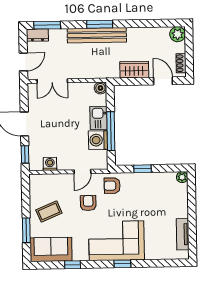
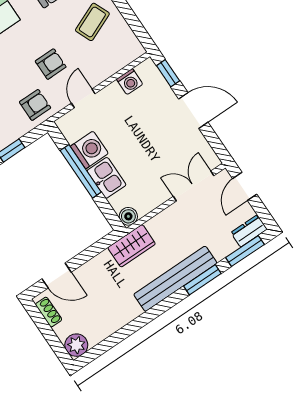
window: (100, 24) -> (202, 280), moved
wardrobe: (134, 70) -> (132, 246), moved
armchair: (88, 203) -> (51, 64), turned -90

